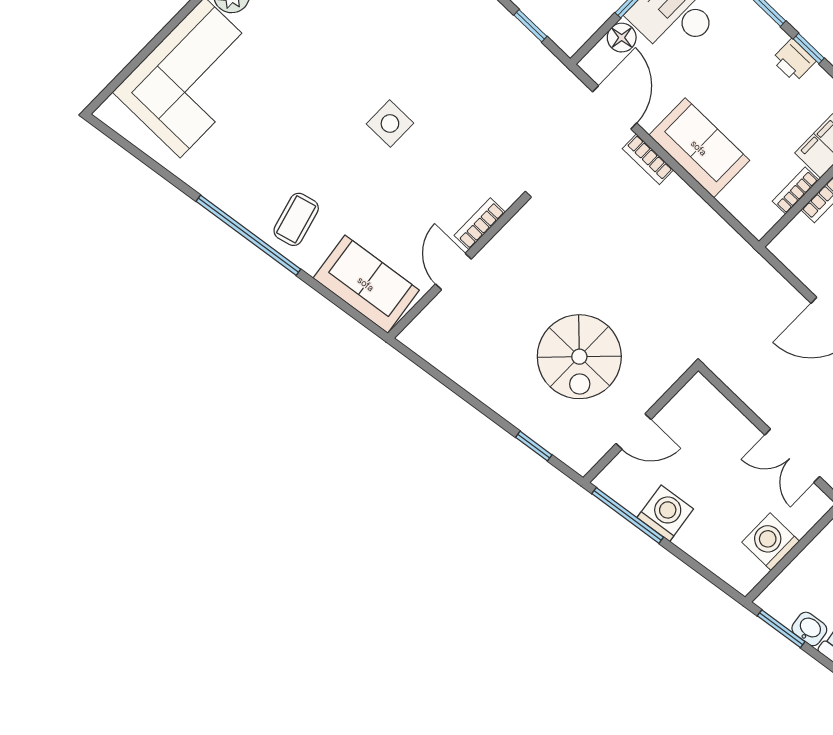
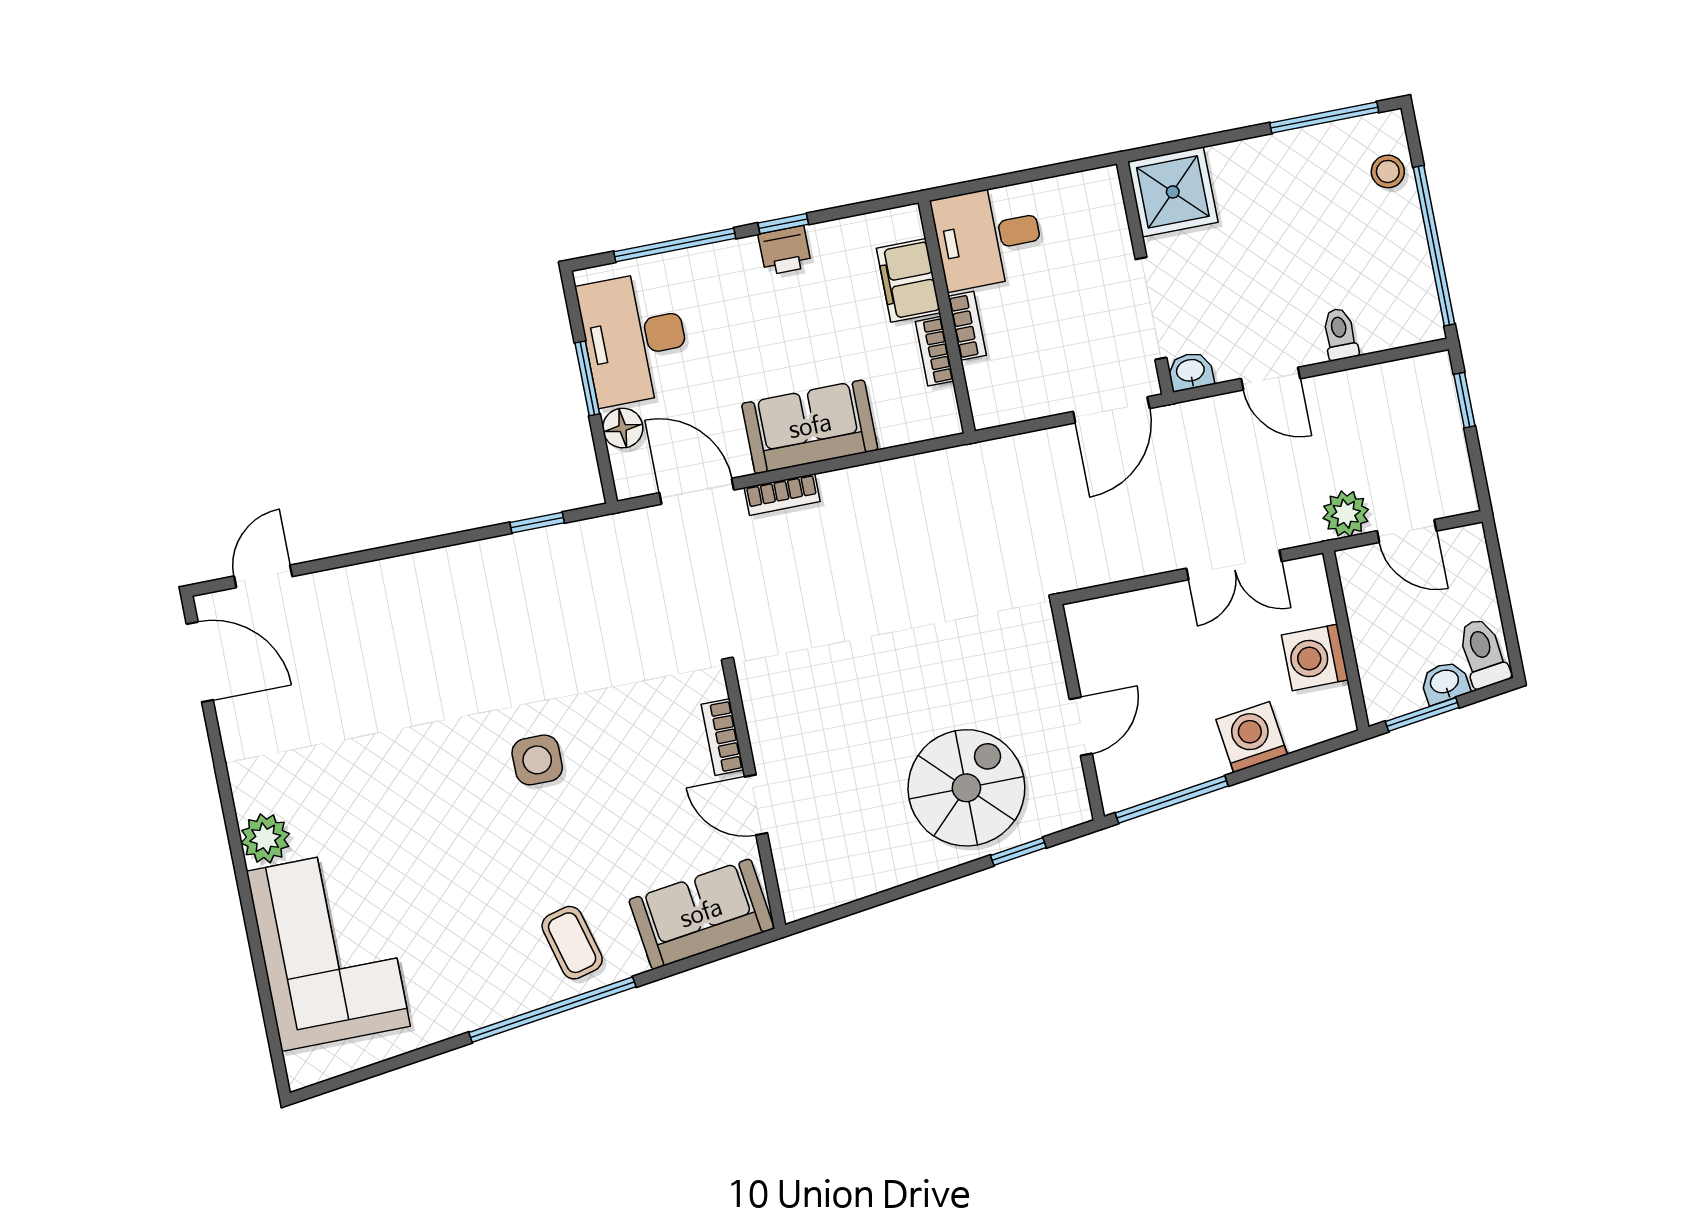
spiral stairs: (579, 357) -> (966, 788), moved, turned -90
washing machine: (665, 513) -> (1252, 737), moved

